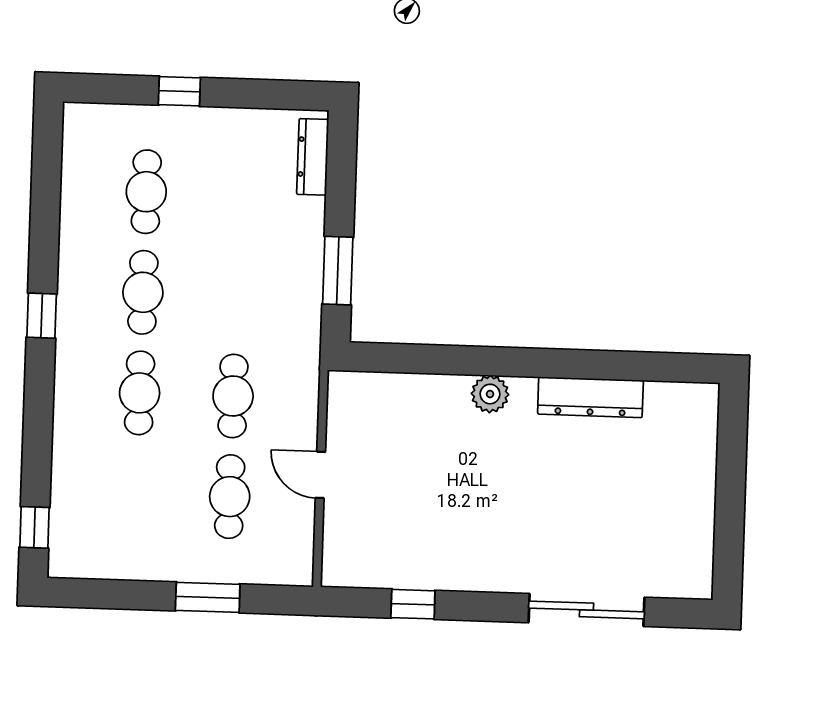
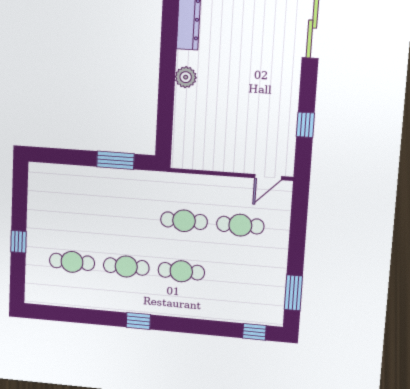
dresser: (313, 157) -> (53, 172), removed
door: (320, 475) -> (268, 177), moved
window: (208, 597) -> (293, 293), moved

